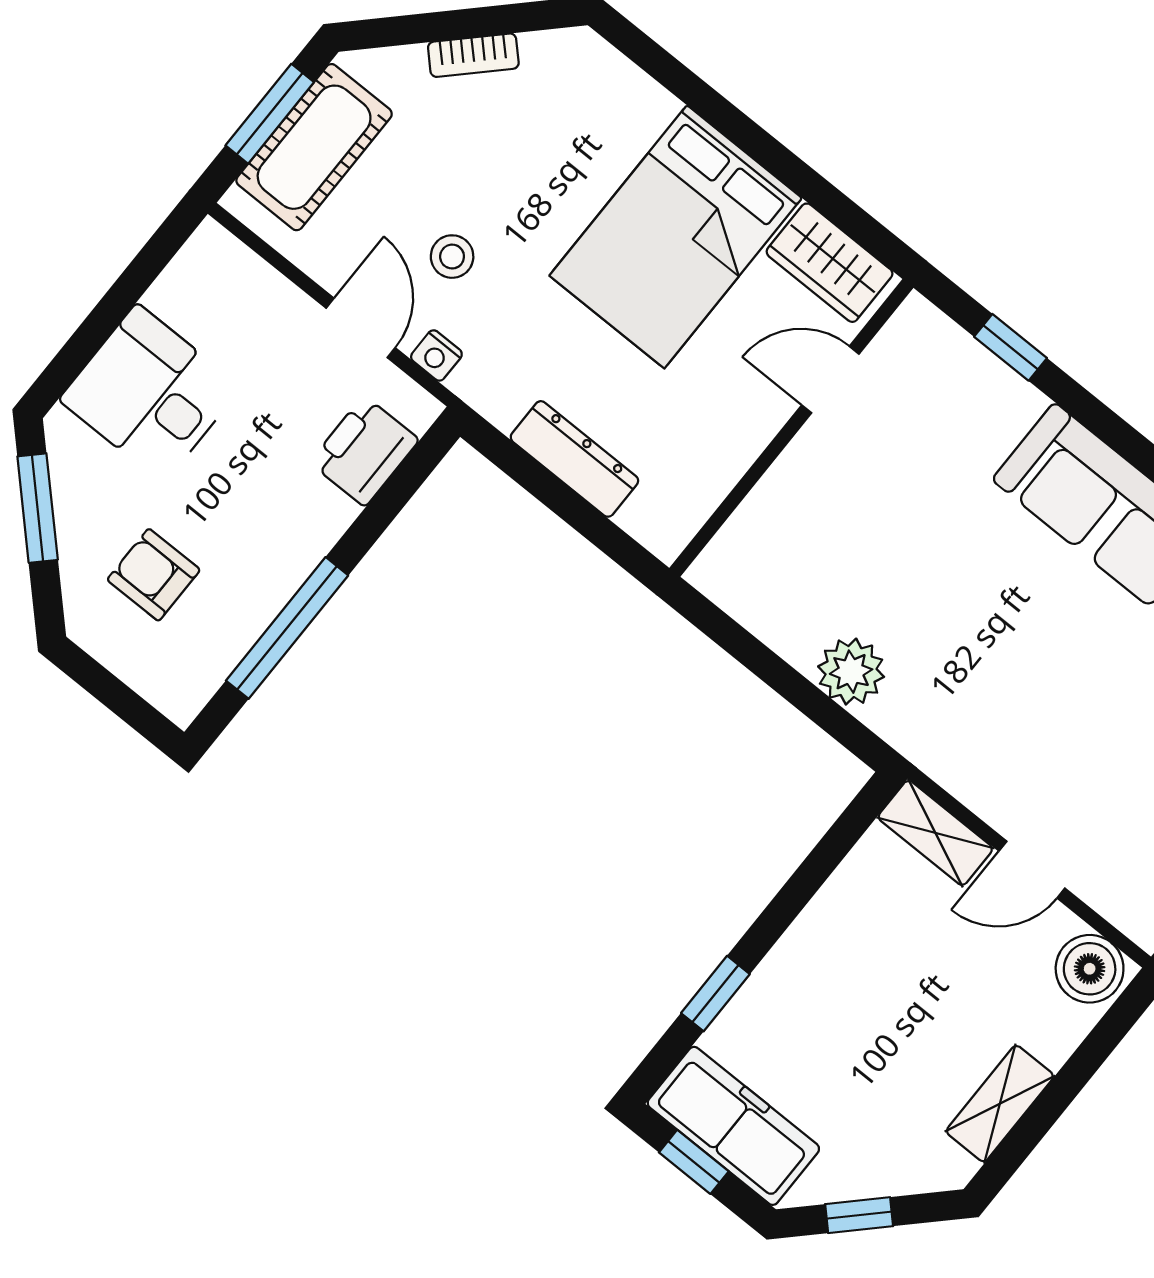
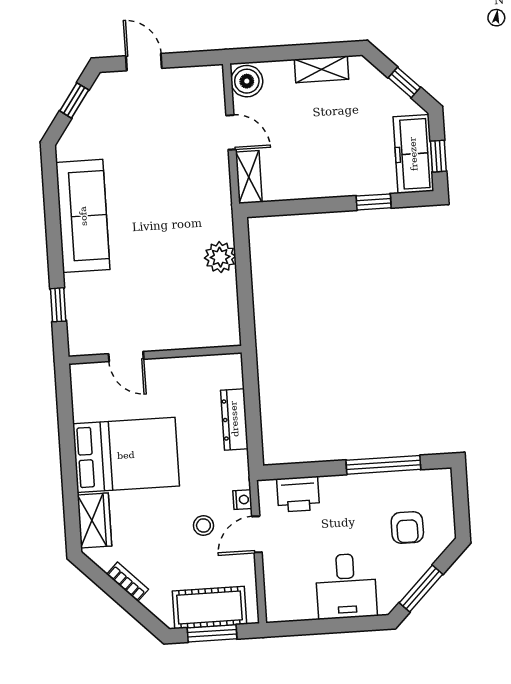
wardrobe: (830, 263) -> (94, 521), moved

